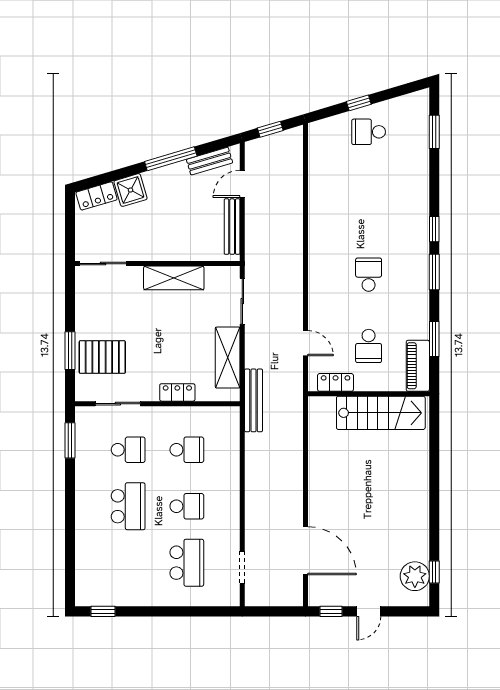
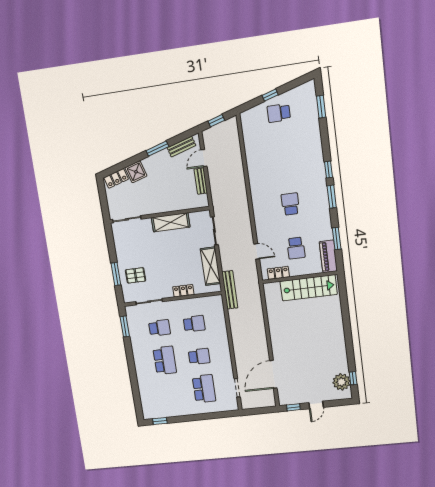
window: (171, 159) -> (157, 149), width x0.69
bench: (232, 227) -> (201, 181), width x0.73
pallet: (102, 357) -> (136, 275), width x0.67, depth x0.71
door: (305, 551) -> (273, 374), swing flipped

